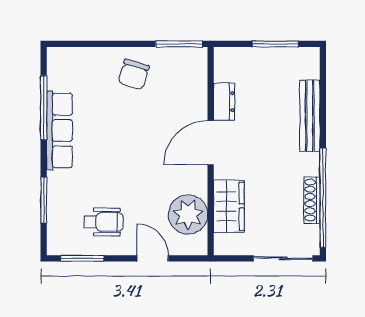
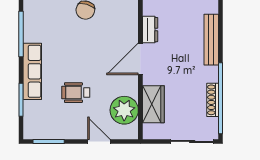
row of seats: (60, 131) -> (32, 71), moved
wheelchair: (104, 222) -> (76, 93), moved, turned 180

